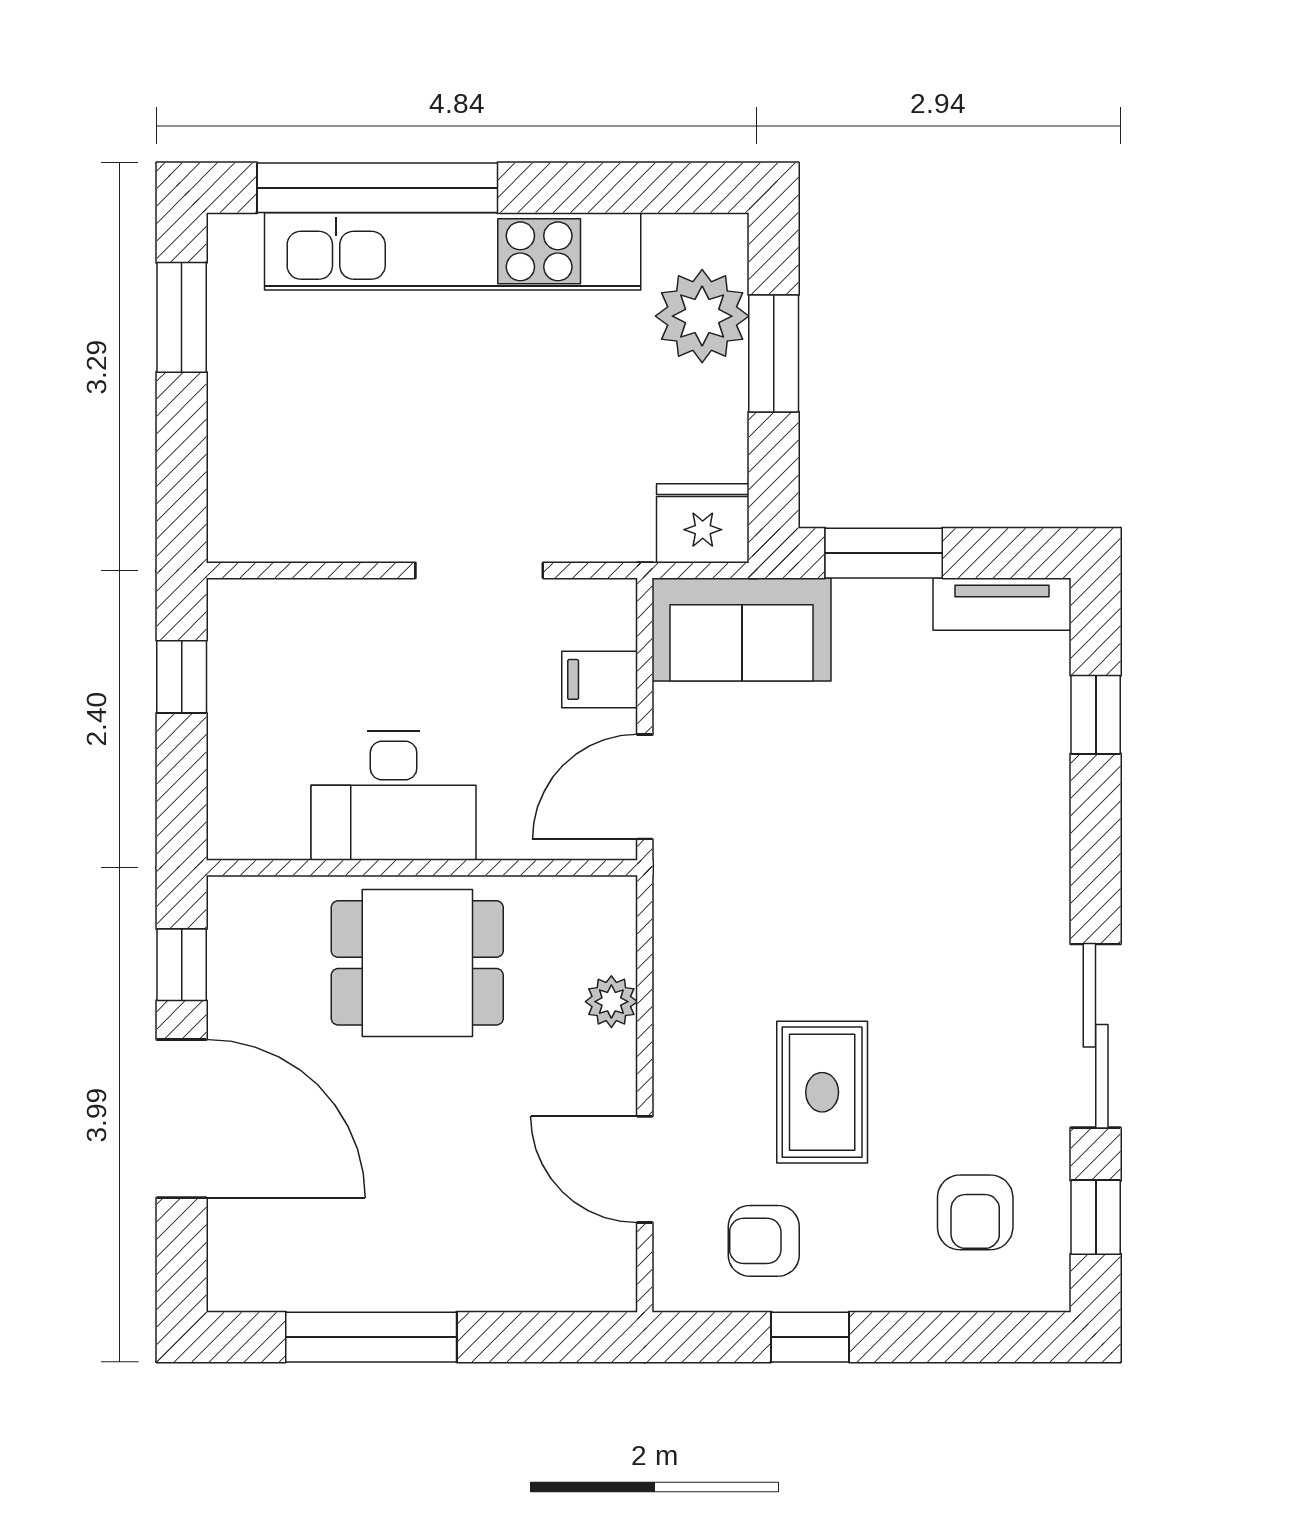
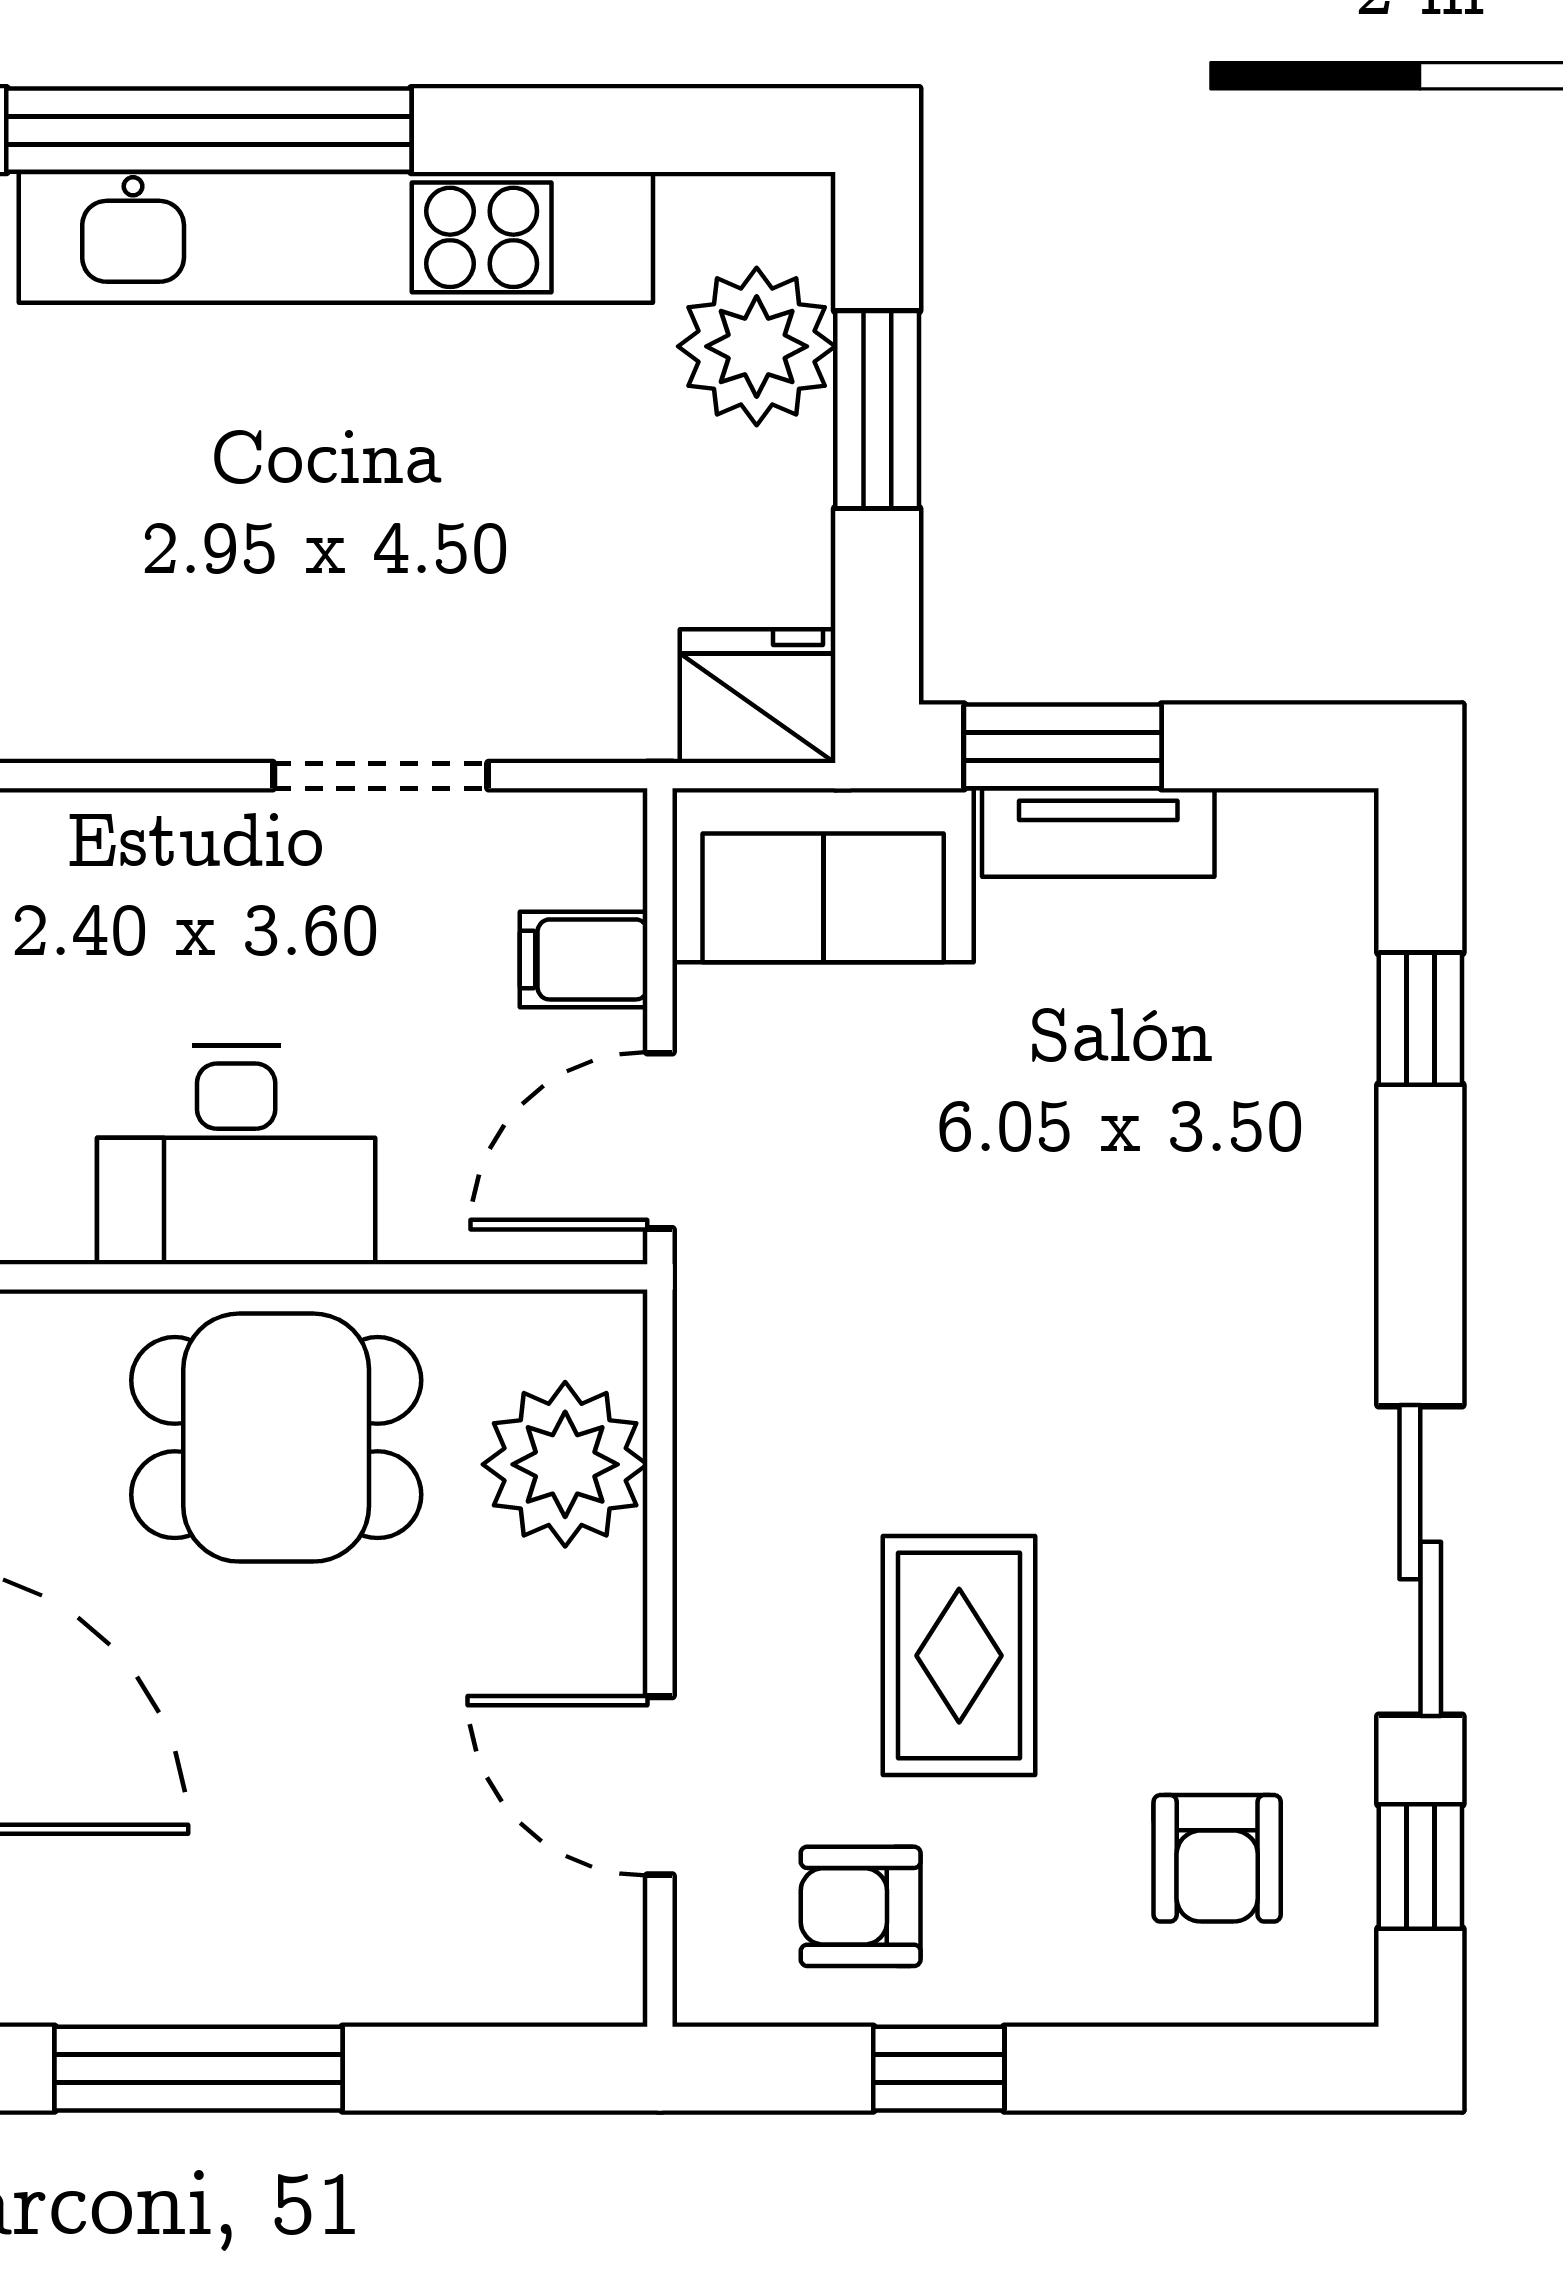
tv unit: (1002, 604) -> (1098, 832), moved
plant: (611, 1002) -> (565, 1464), width x1.87, depth x1.87

